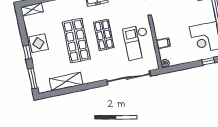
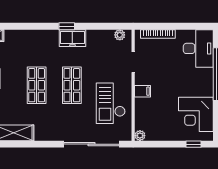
shop shelf: (76, 41) -> (37, 85), width x0.70, depth x0.74
filing cabinet: (163, 43) -> (143, 91), moved

